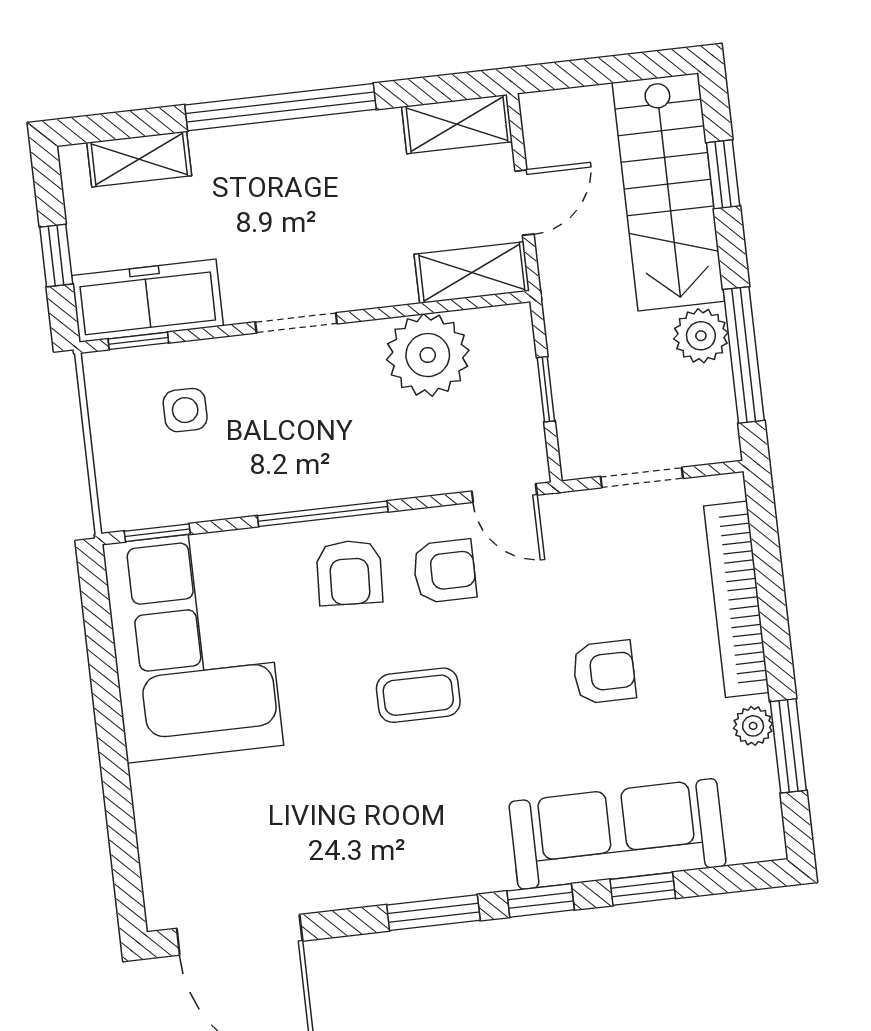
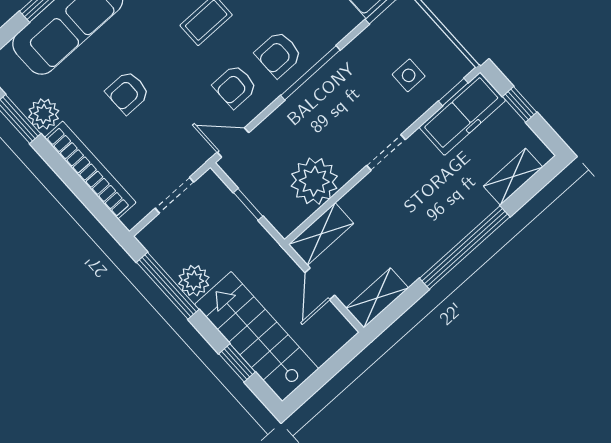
armchair: (349, 573) -> (279, 54), turned -93
plant: (753, 726) -> (44, 114), width x1.38, depth x1.38

